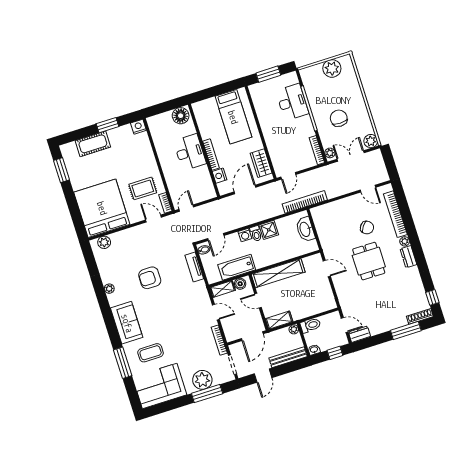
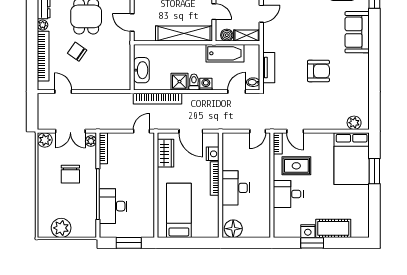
nightstand: (138, 127) -> (308, 231), moved
desk: (142, 161) -> (288, 194), added
window: (62, 170) -> (374, 171), moved
door: (245, 189) -> (191, 131), hinge flipped
bookcase: (305, 202) -> (157, 99), moved
bed: (102, 208) -> (352, 159), width x0.73
plant: (109, 289) -> (364, 73), removed
door: (216, 312) -> (261, 14), swing flipped

